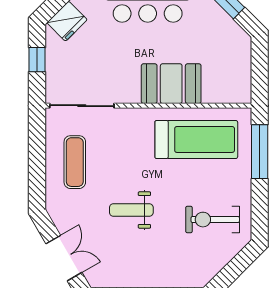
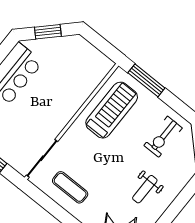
booth: (171, 84) -> (70, 99), removed
weight bench: (131, 210) -> (145, 189), moved

